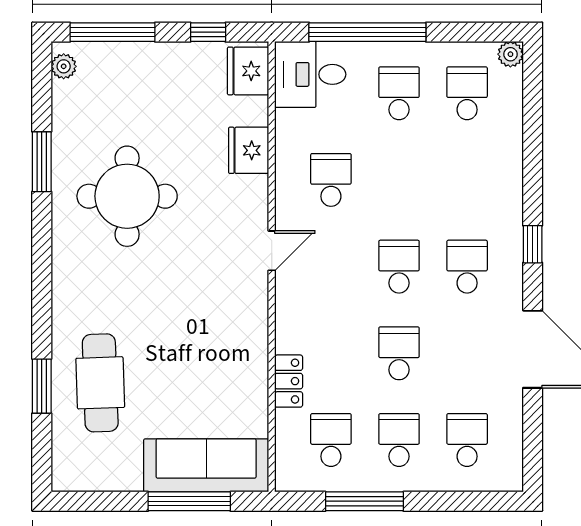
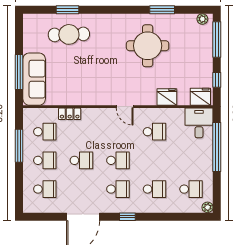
school desk: (399, 93) -> (154, 189), moved

